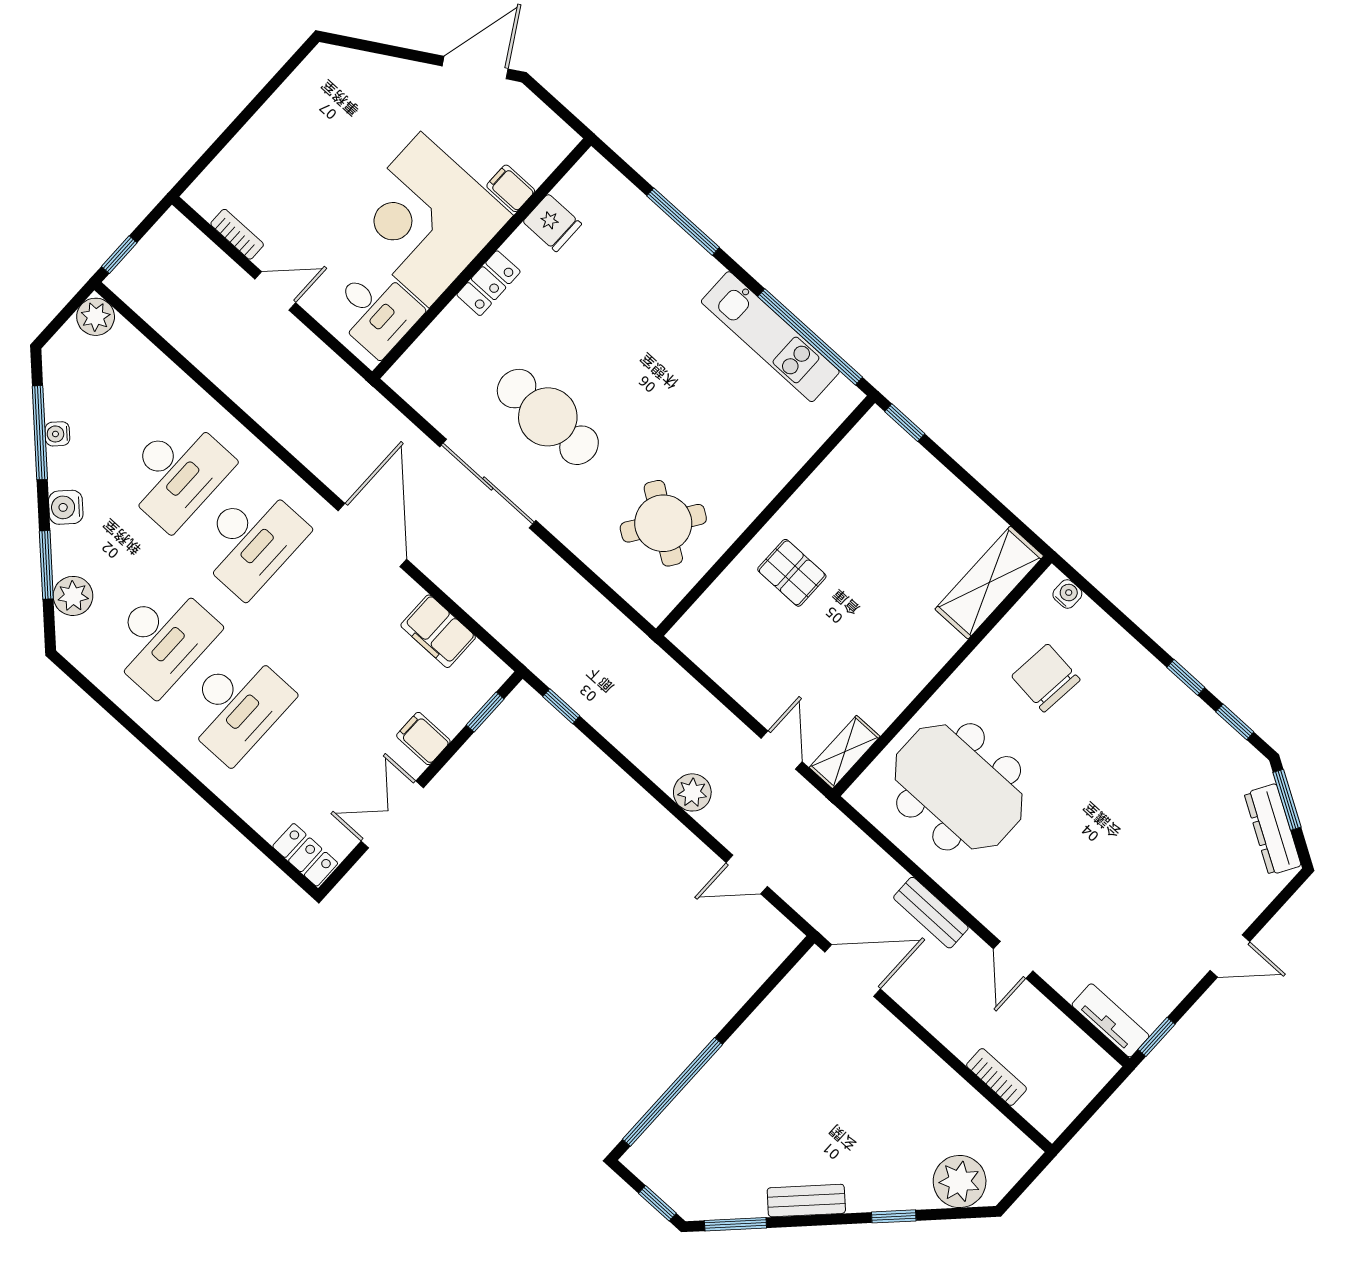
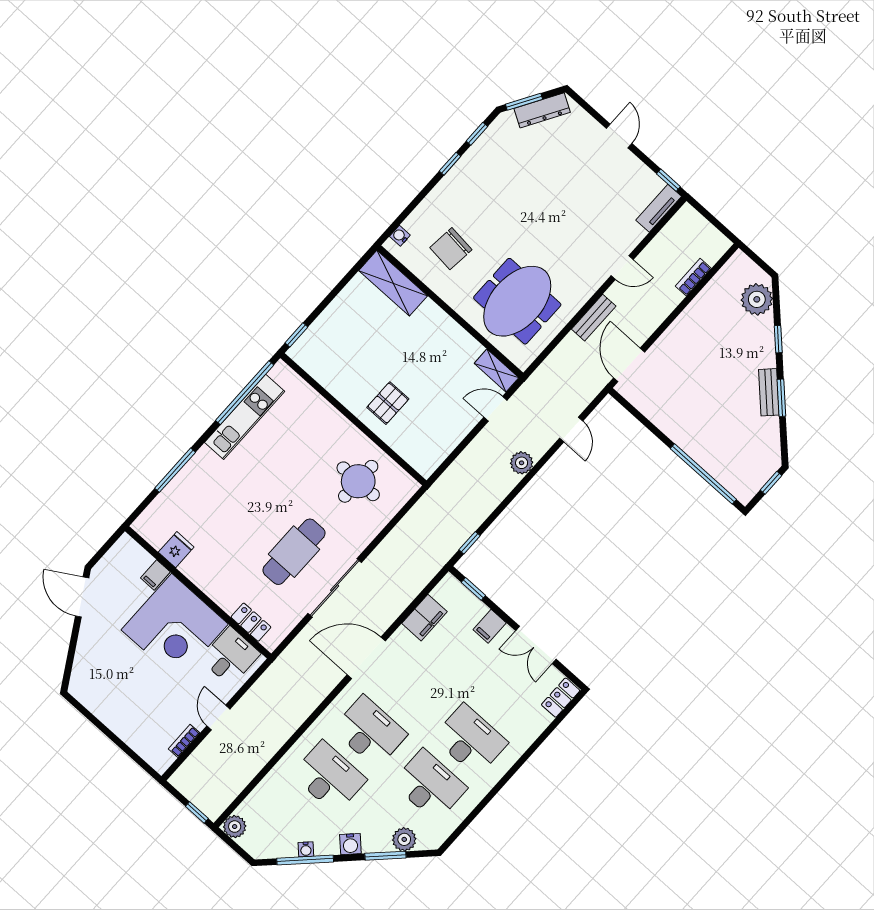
locker: (489, 283) -> (251, 622), moved
round table: (663, 523) -> (358, 481), turned -34
window: (735, 1224) -> (781, 398), moved

